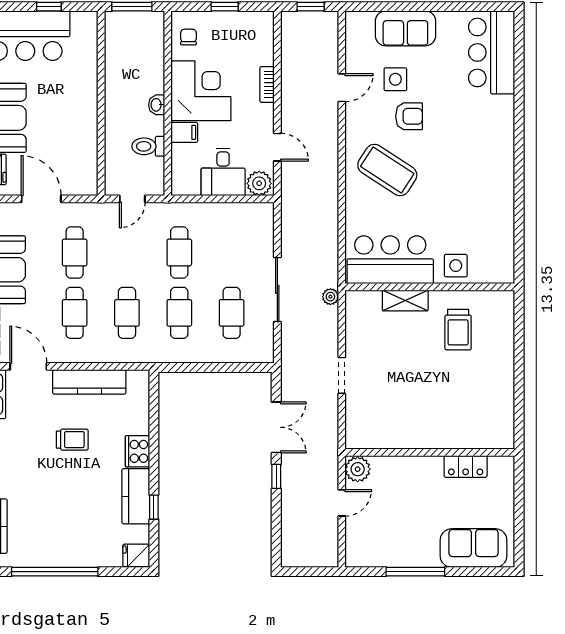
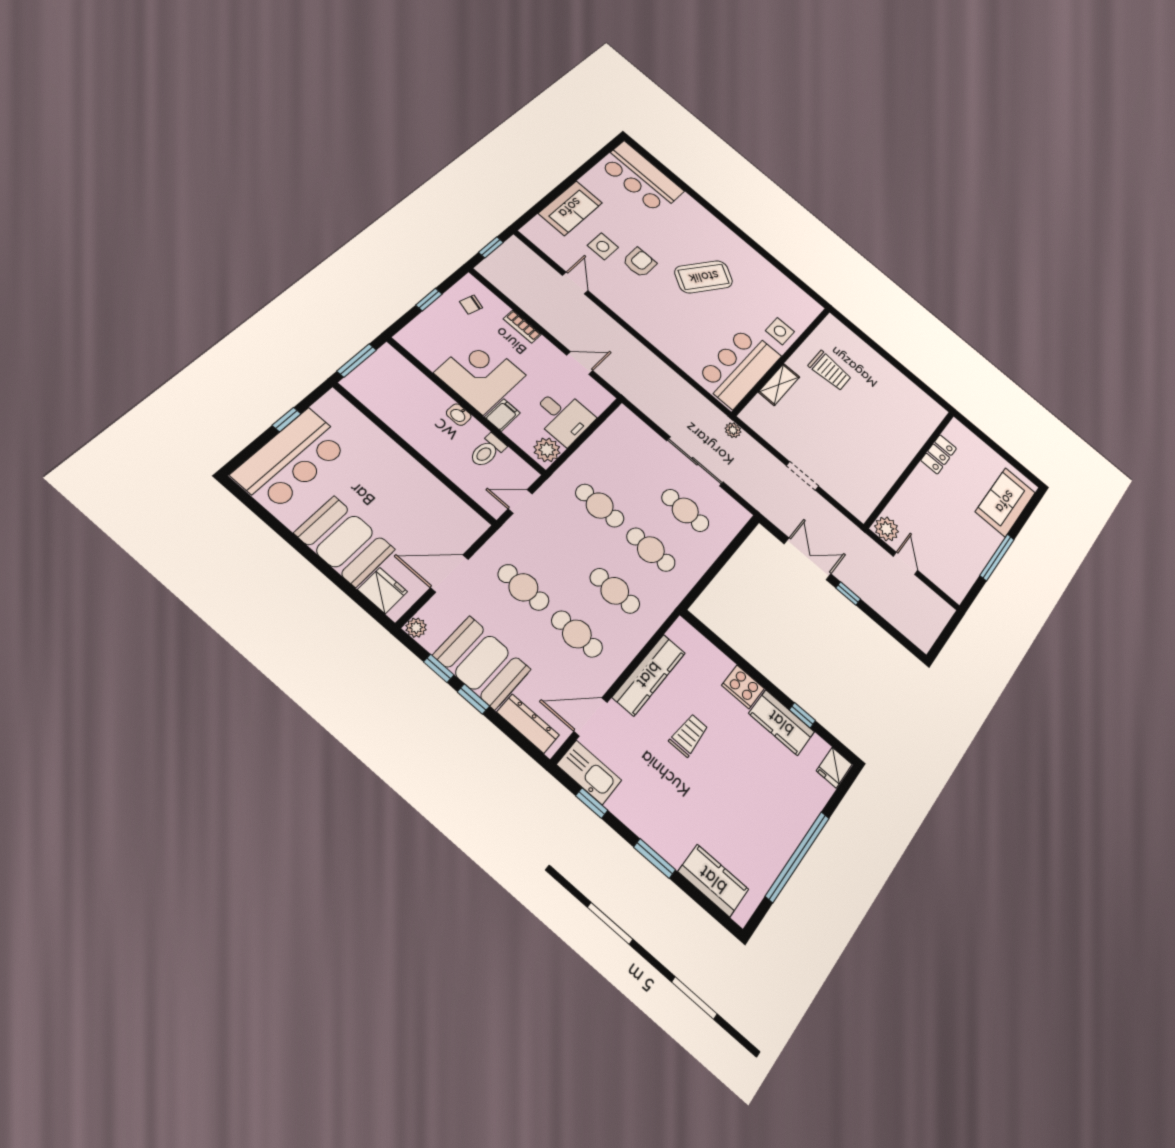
chair: (188, 37) -> (471, 305), moved, turned -74
coffee table: (387, 170) -> (704, 277), moved
plant: (259, 183) -> (547, 450), moved
door: (132, 199) -> (520, 501), swing flipped

